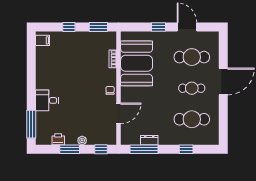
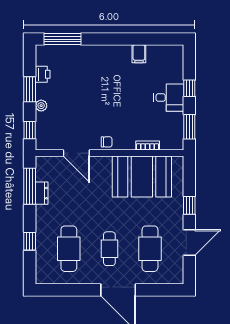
filing cabinet: (42, 40) -> (139, 54), moved
desk: (47, 100) -> (169, 98), moved, turned 90

